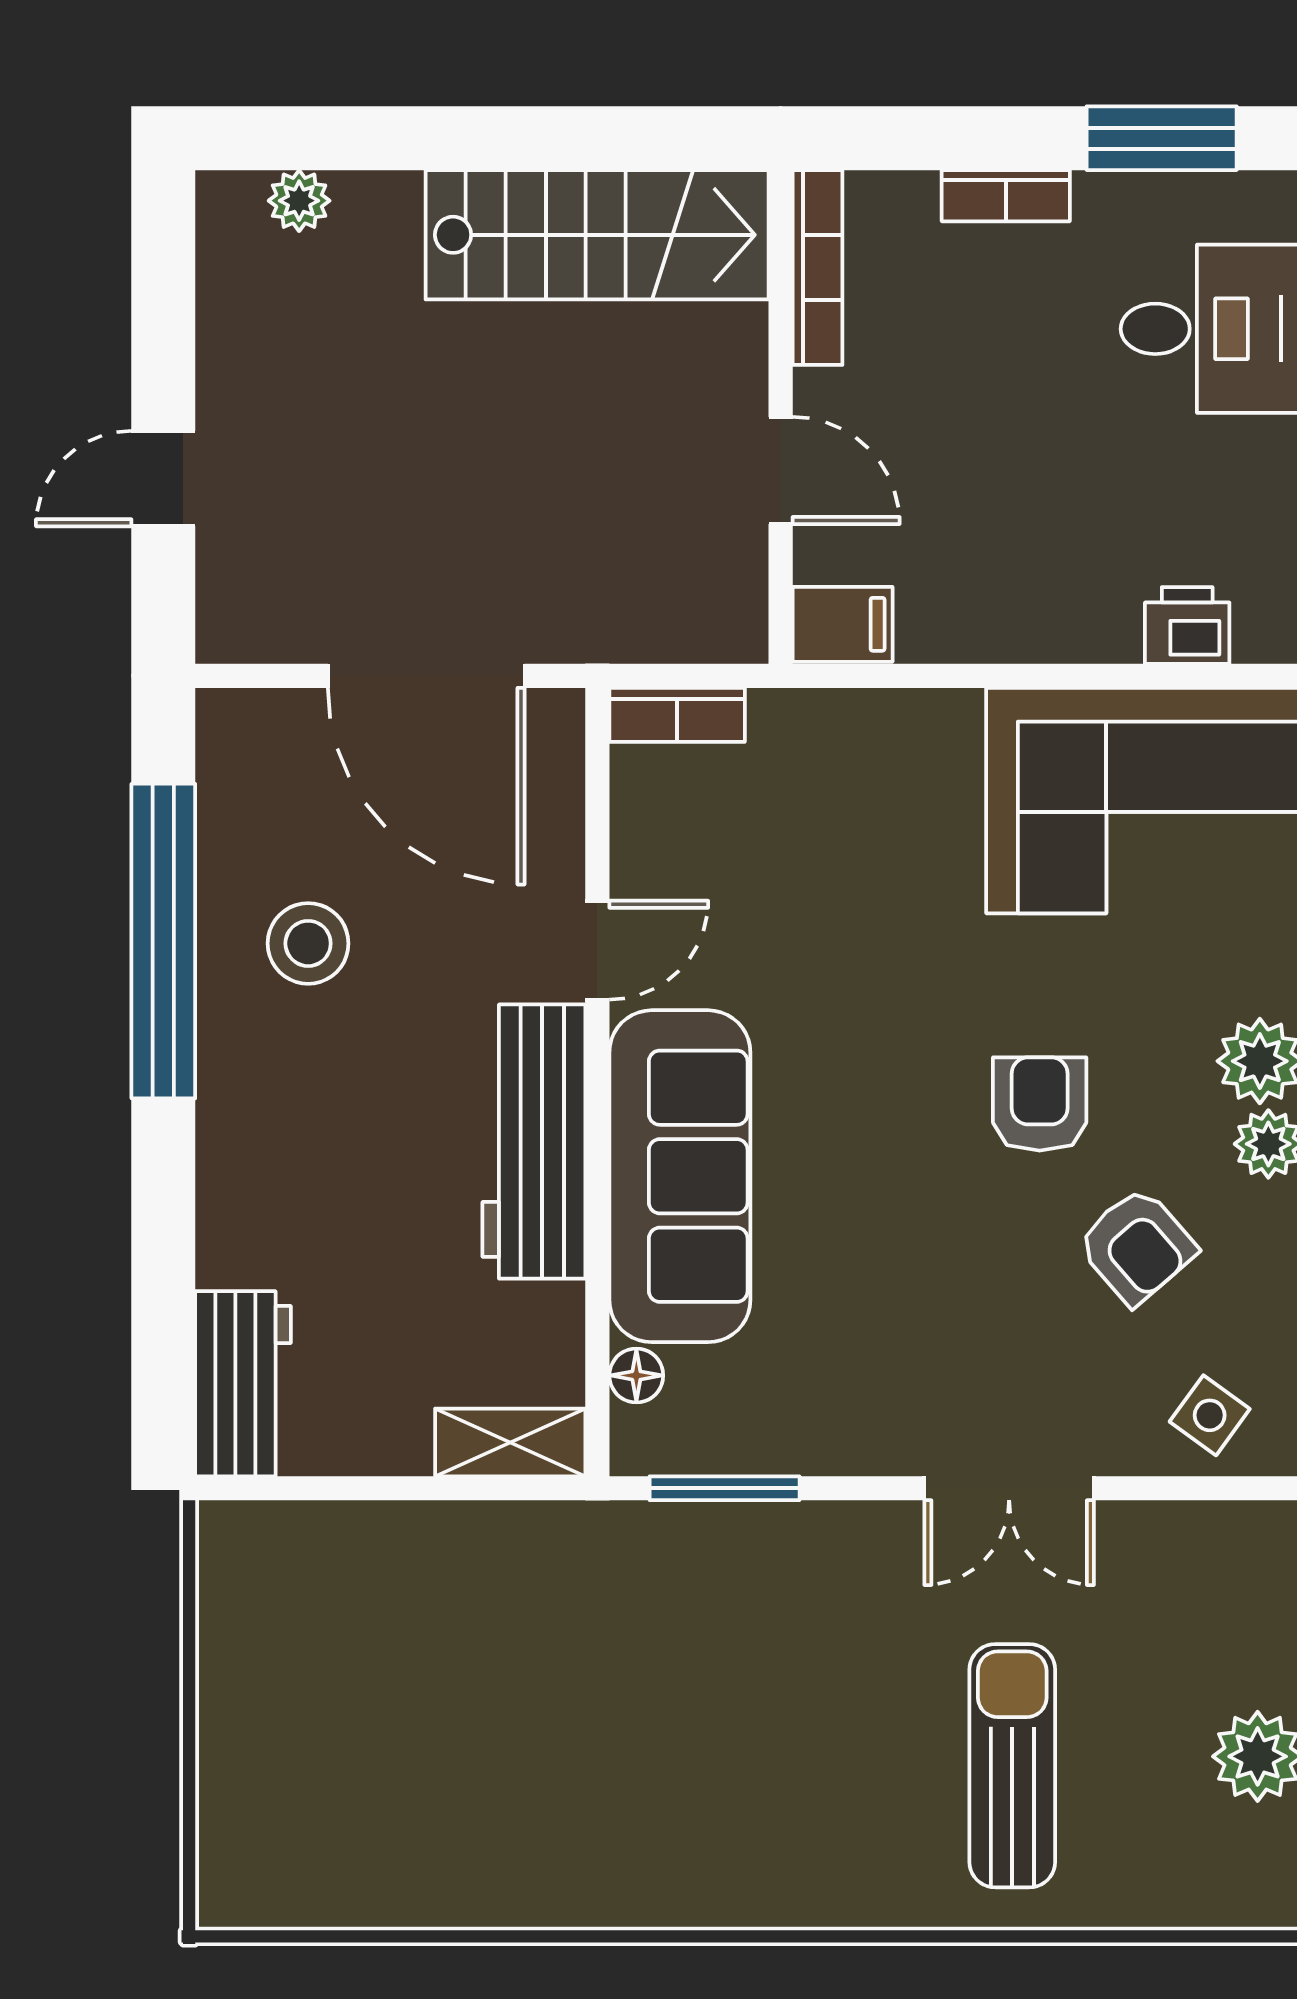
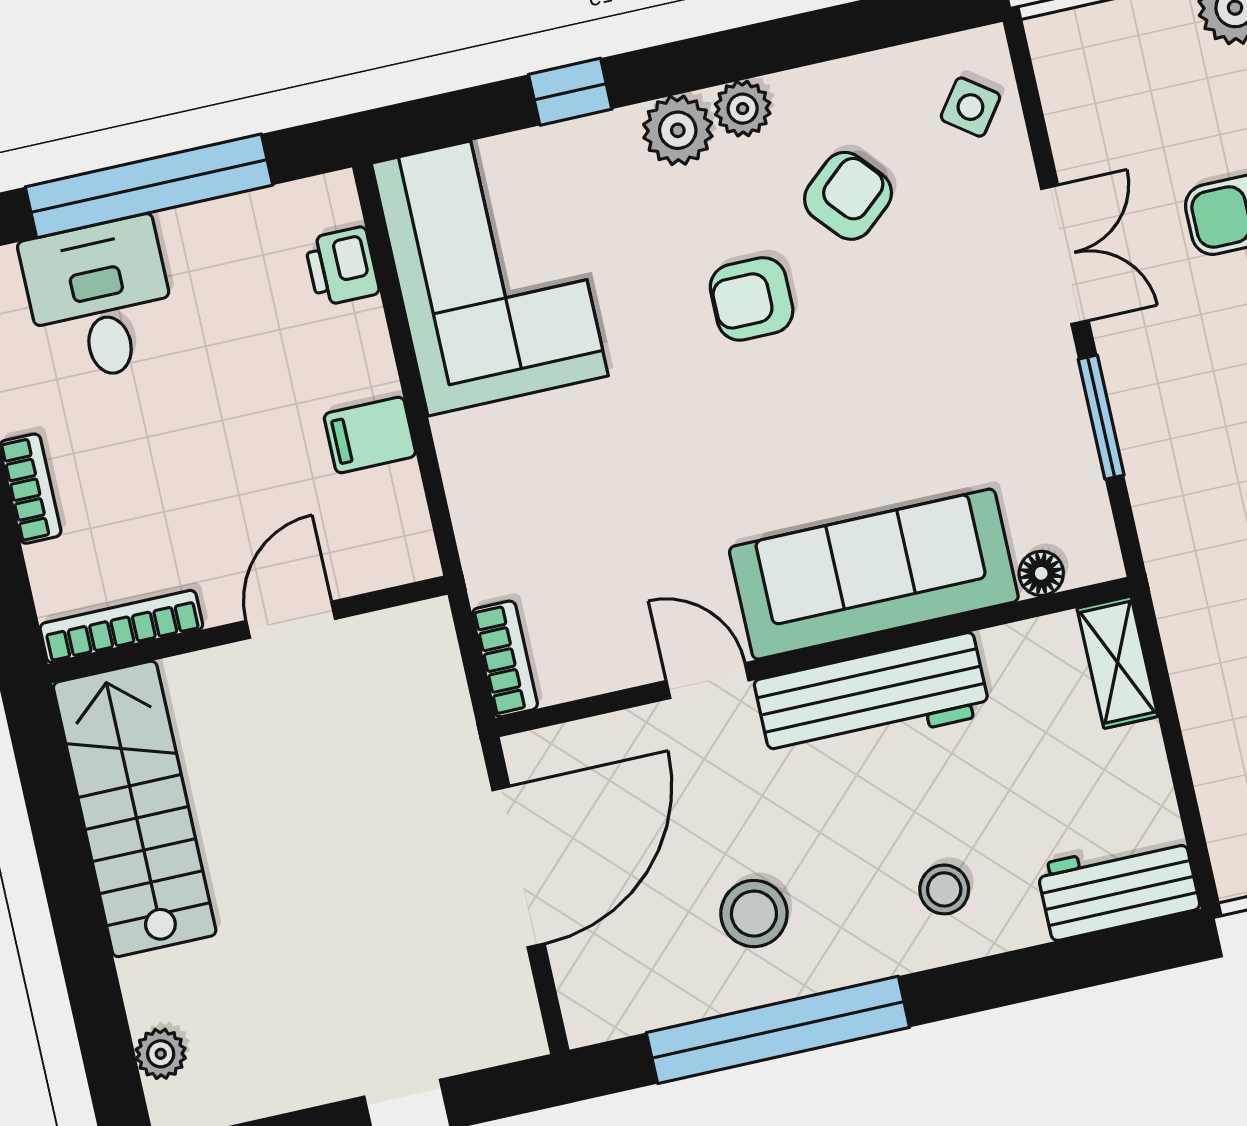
filing cabinet: (843, 624) -> (370, 435), moved, turned -90
stool: (286, 1176) -> (944, 889), added
window: (725, 1488) -> (1101, 417), moved

